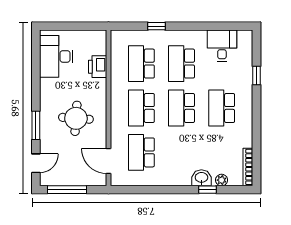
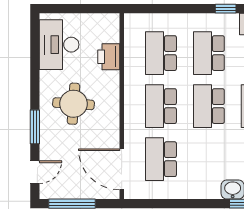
window: (156, 26) -> (226, 9), moved
round table: (76, 118) -> (74, 104), moved
door: (109, 161) -> (122, 169), width x1.36

